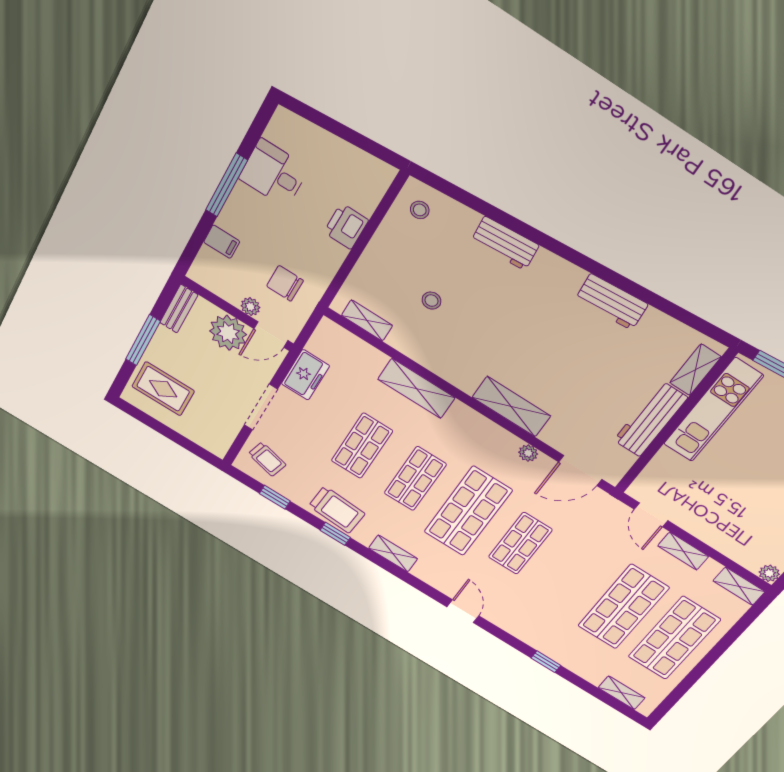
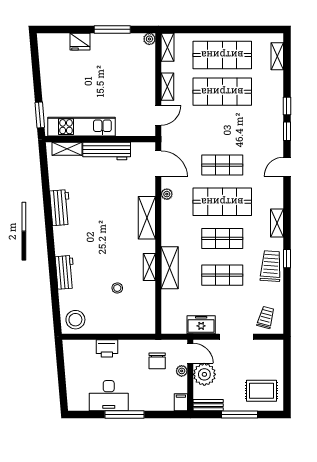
desk: (274, 173) -> (109, 396), width x1.37
stool: (420, 210) -> (75, 320), width x1.89, depth x1.89
filing cabinet: (222, 242) -> (181, 402), moved
shelving: (367, 320) -> (149, 267), moved
rug: (163, 389) -> (261, 391), turned 90
window: (275, 497) -> (287, 131), moved

